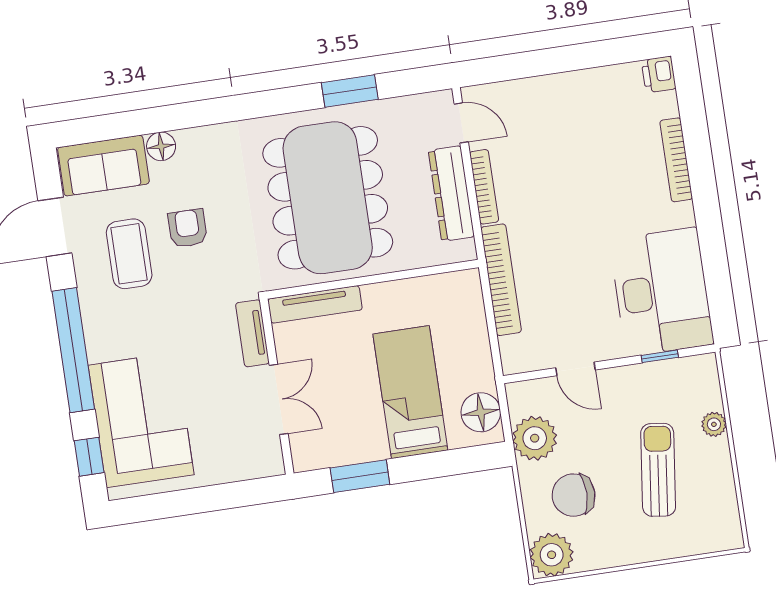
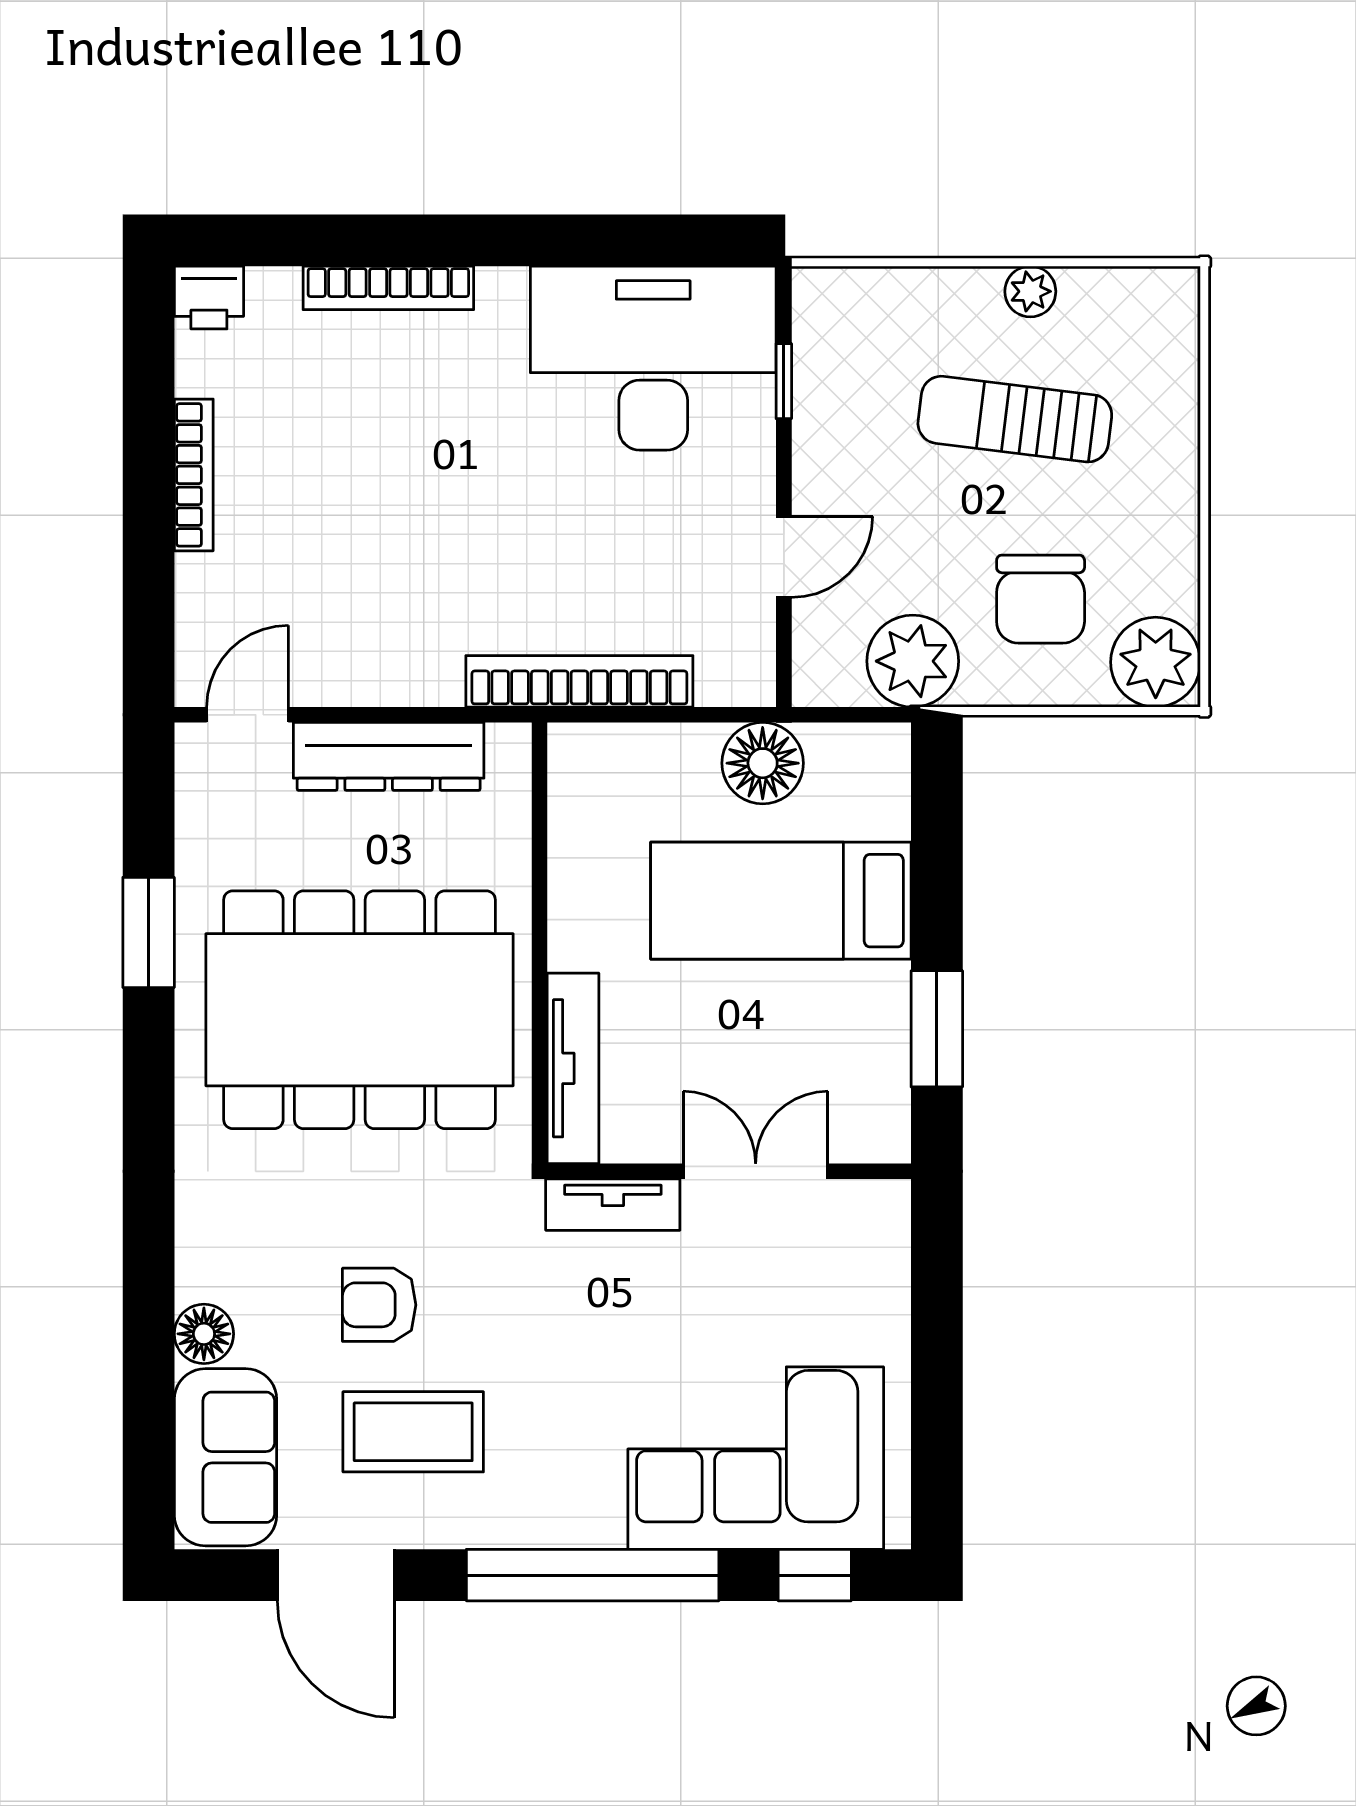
bookcase: (484, 187) -> (194, 475), moved, turned 90
floor lamp: (481, 412) -> (763, 763), moved
plant: (714, 424) -> (1030, 291), moved

